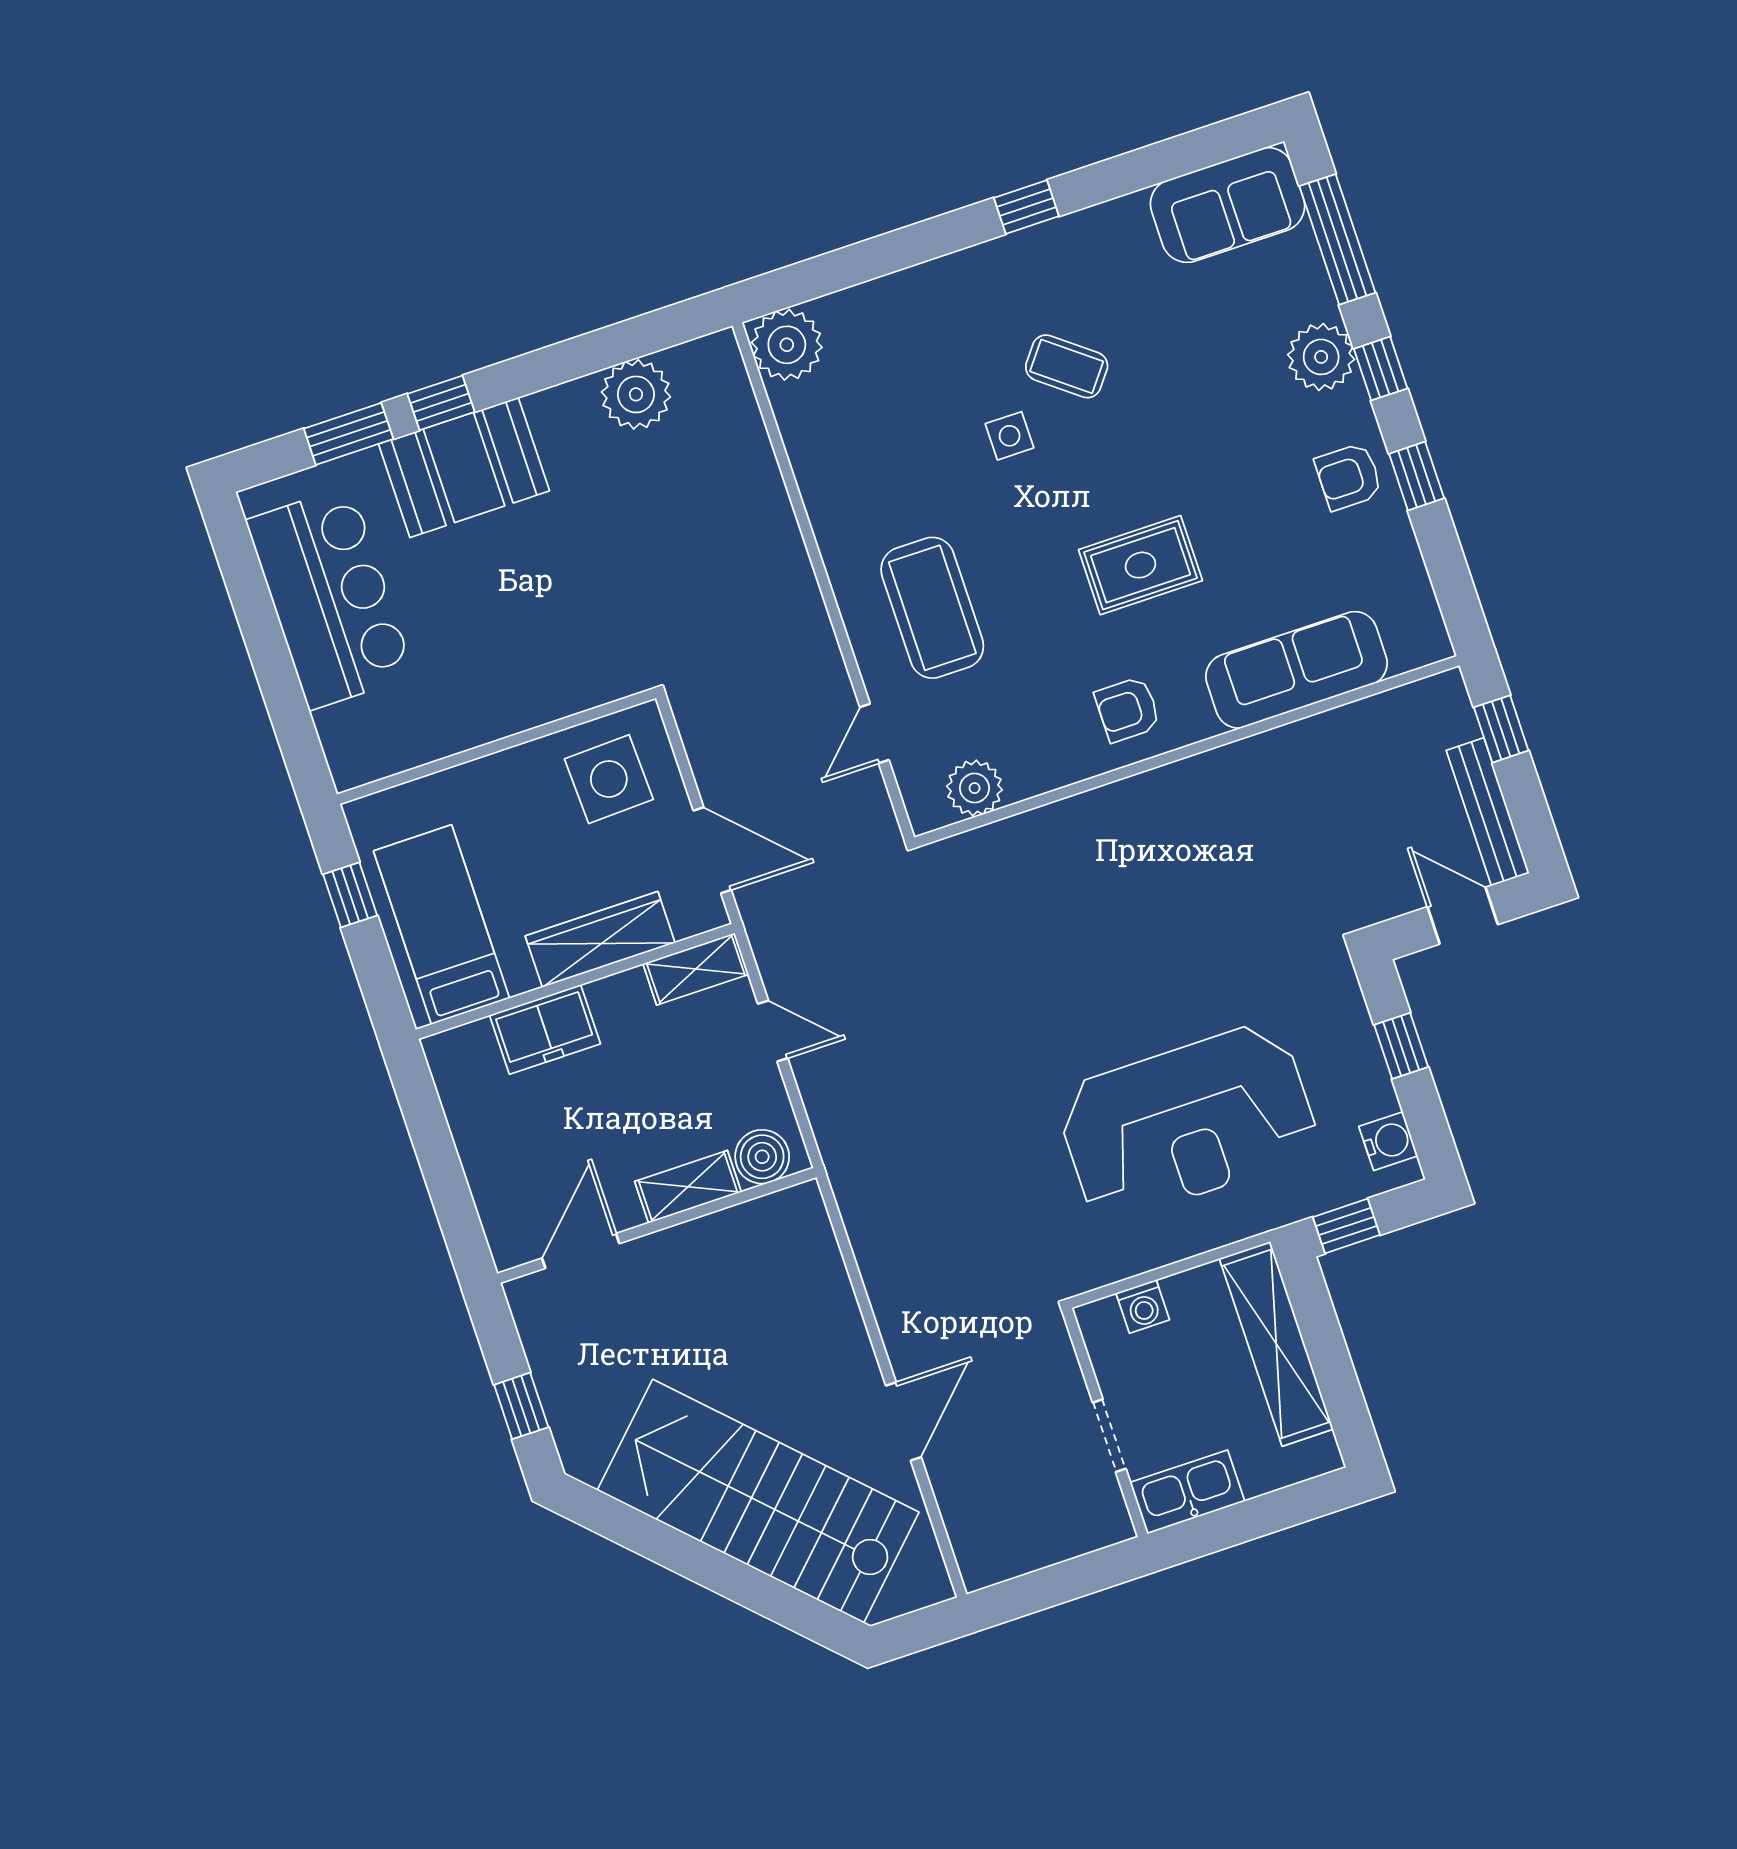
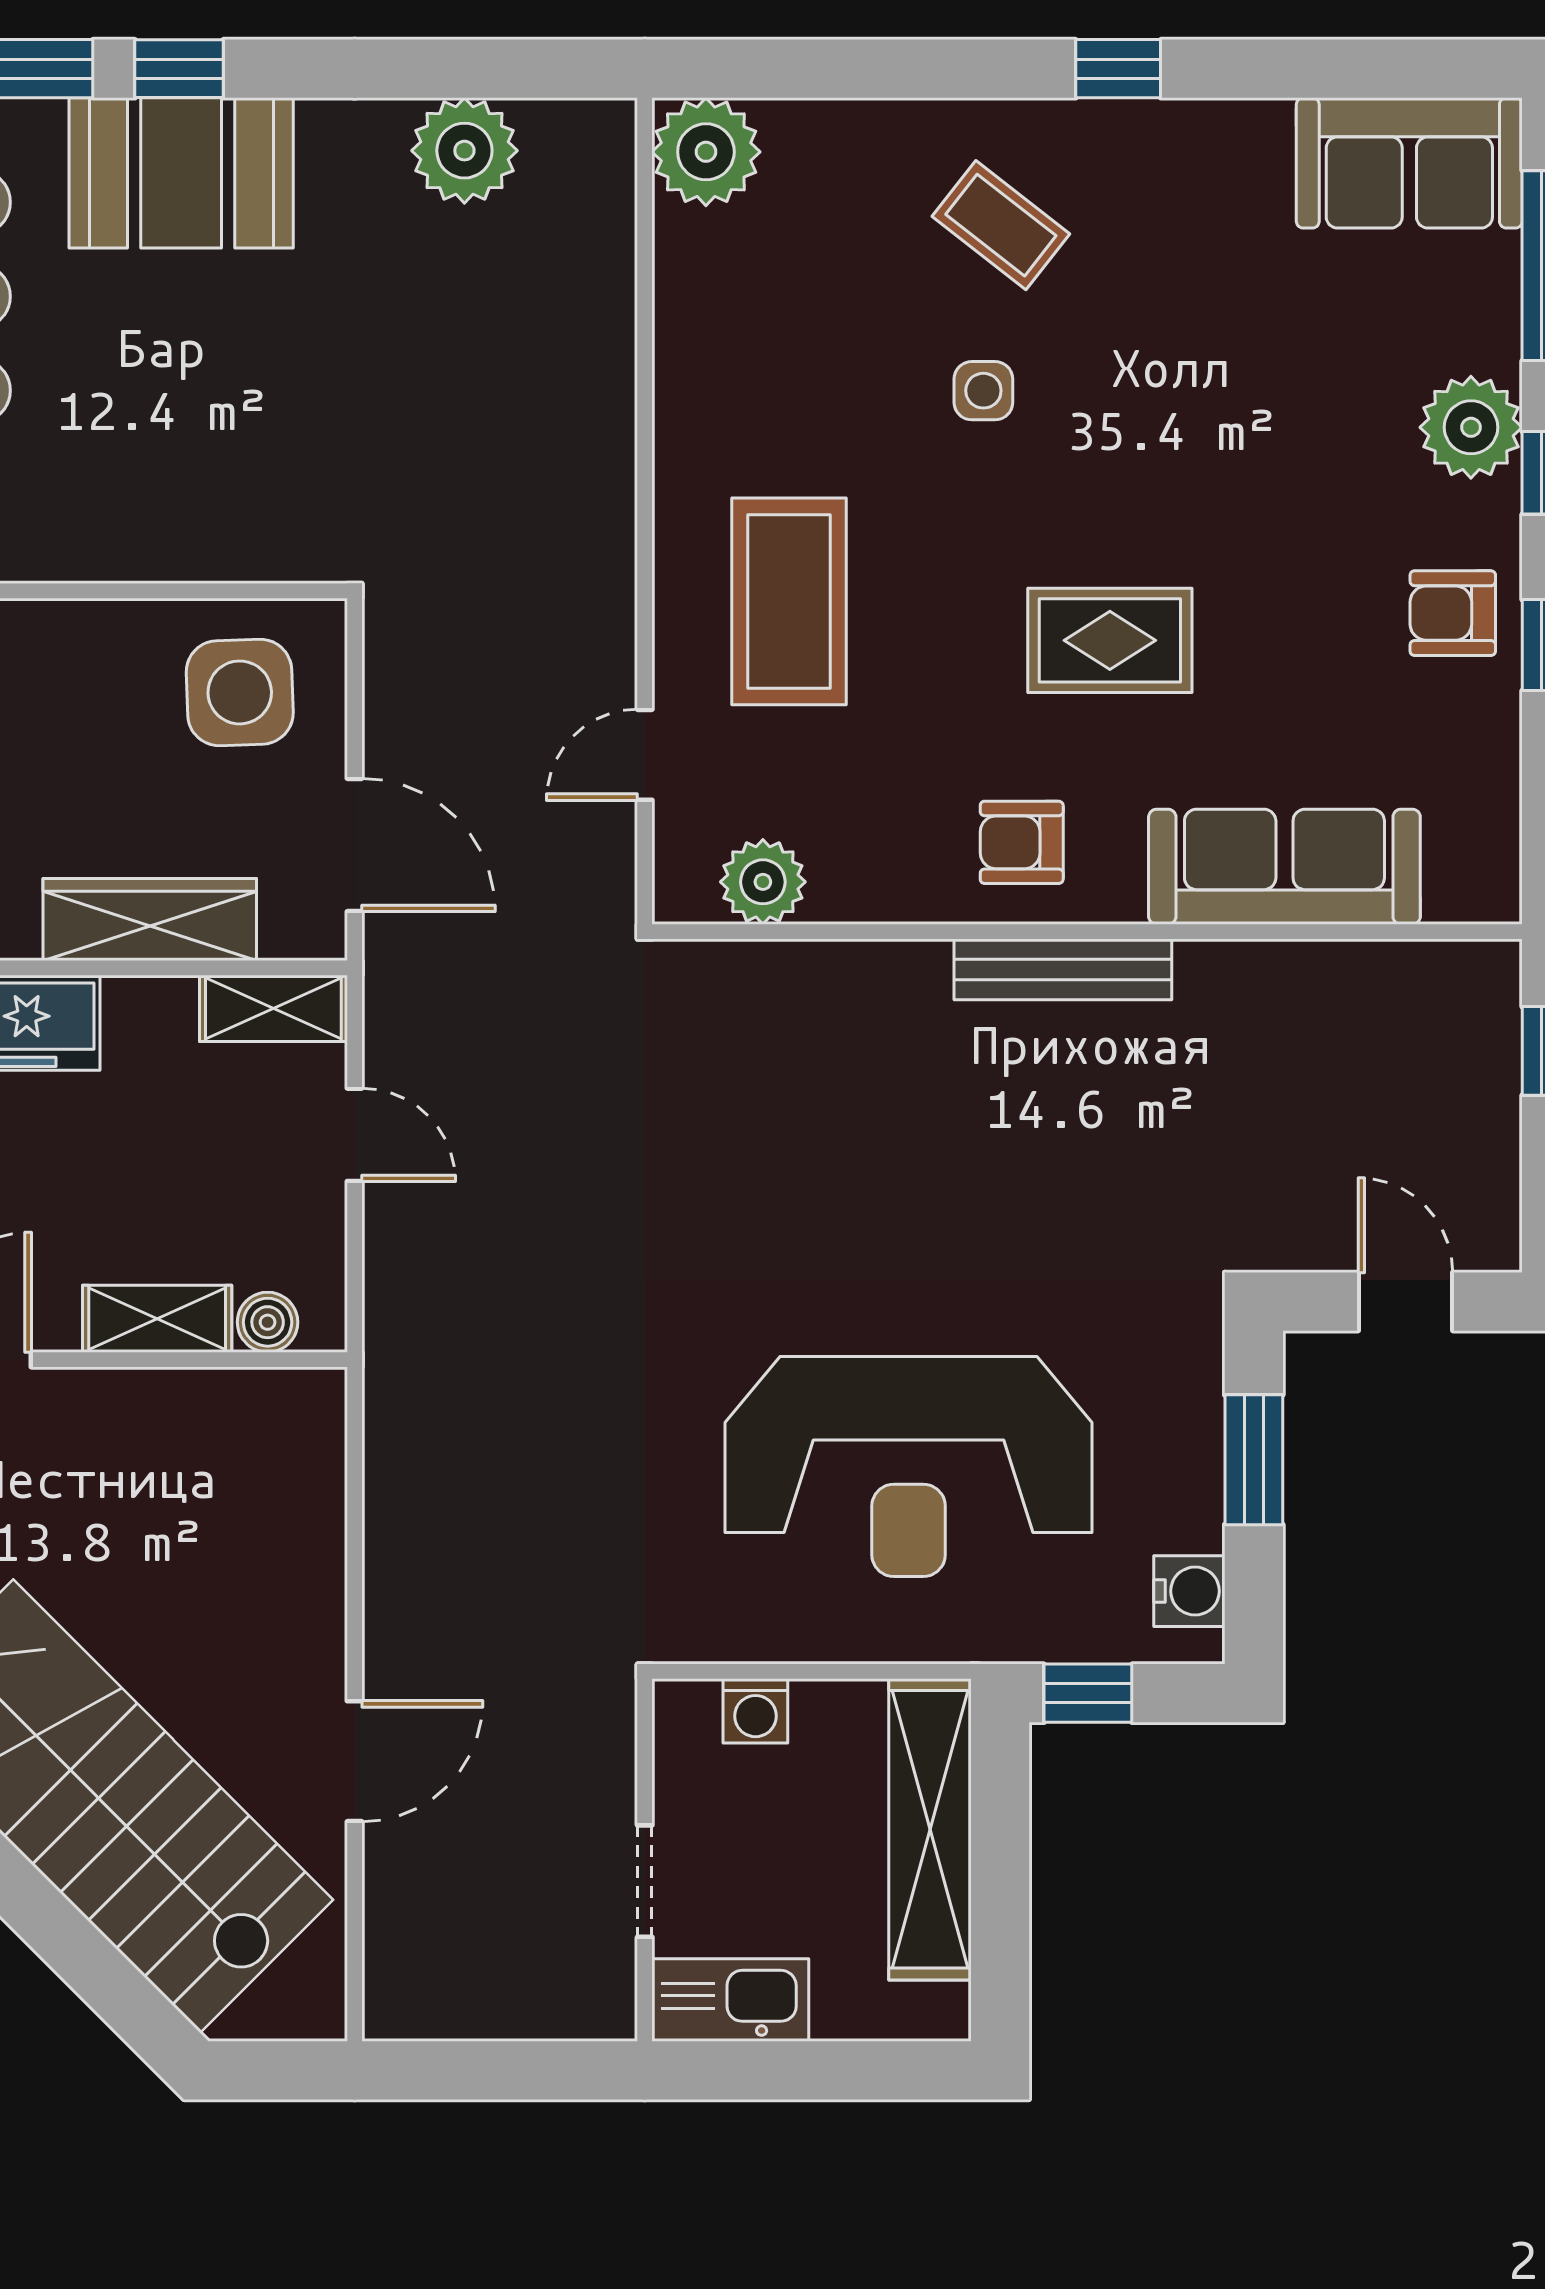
coffee table: (1067, 366) -> (1001, 225), moved
bench: (1488, 812) -> (1063, 969), moved, turned 90
window: (1401, 1046) -> (1254, 1460), width x1.50
boiler: (762, 1157) -> (268, 1322), width x0.73, depth x0.73

